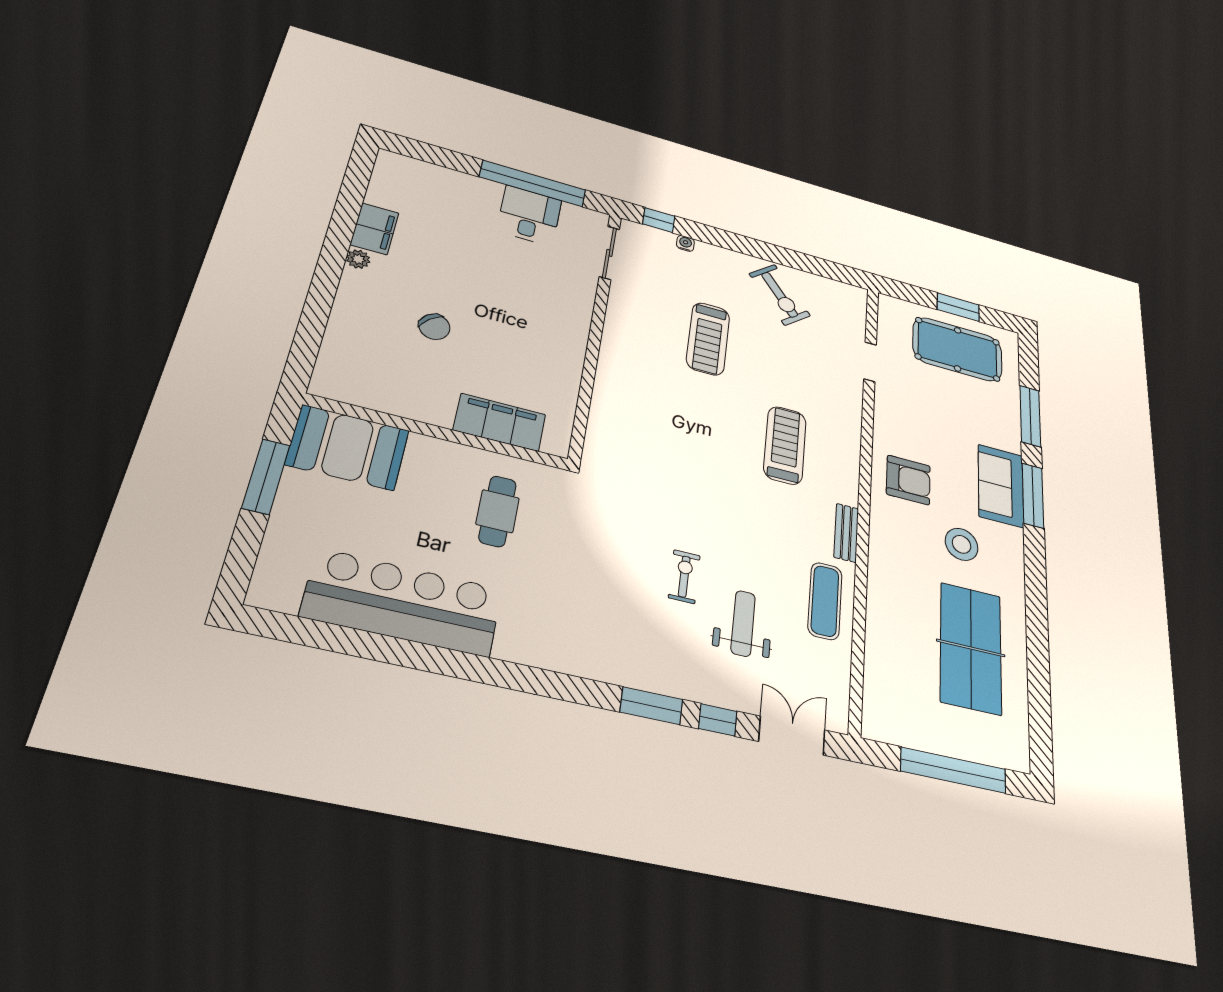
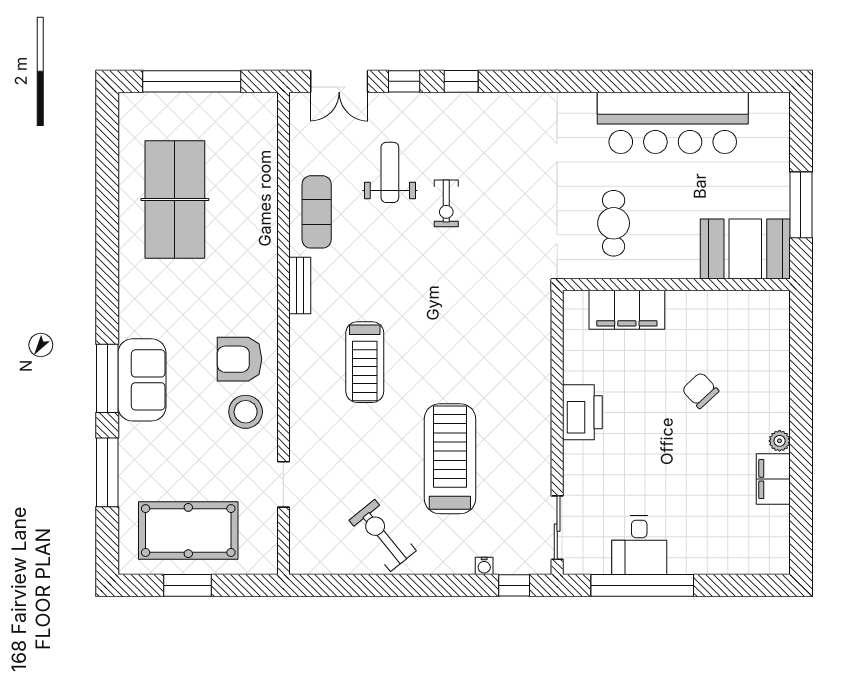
treadmill: (708, 339) -> (450, 459), width x1.37, depth x1.38
printer: (566, 342) -> (582, 412), added
stool: (962, 544) -> (246, 412), moved
weight bench: (743, 623) -> (390, 172), turned 180
window: (651, 706) -> (461, 81), width x0.67

